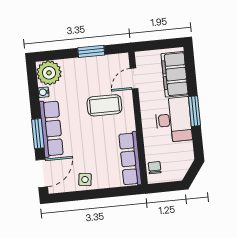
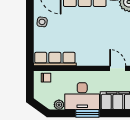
coffee table: (104, 105) -> (99, 43), removed
plant: (187, 148) -> (59, 105), added

